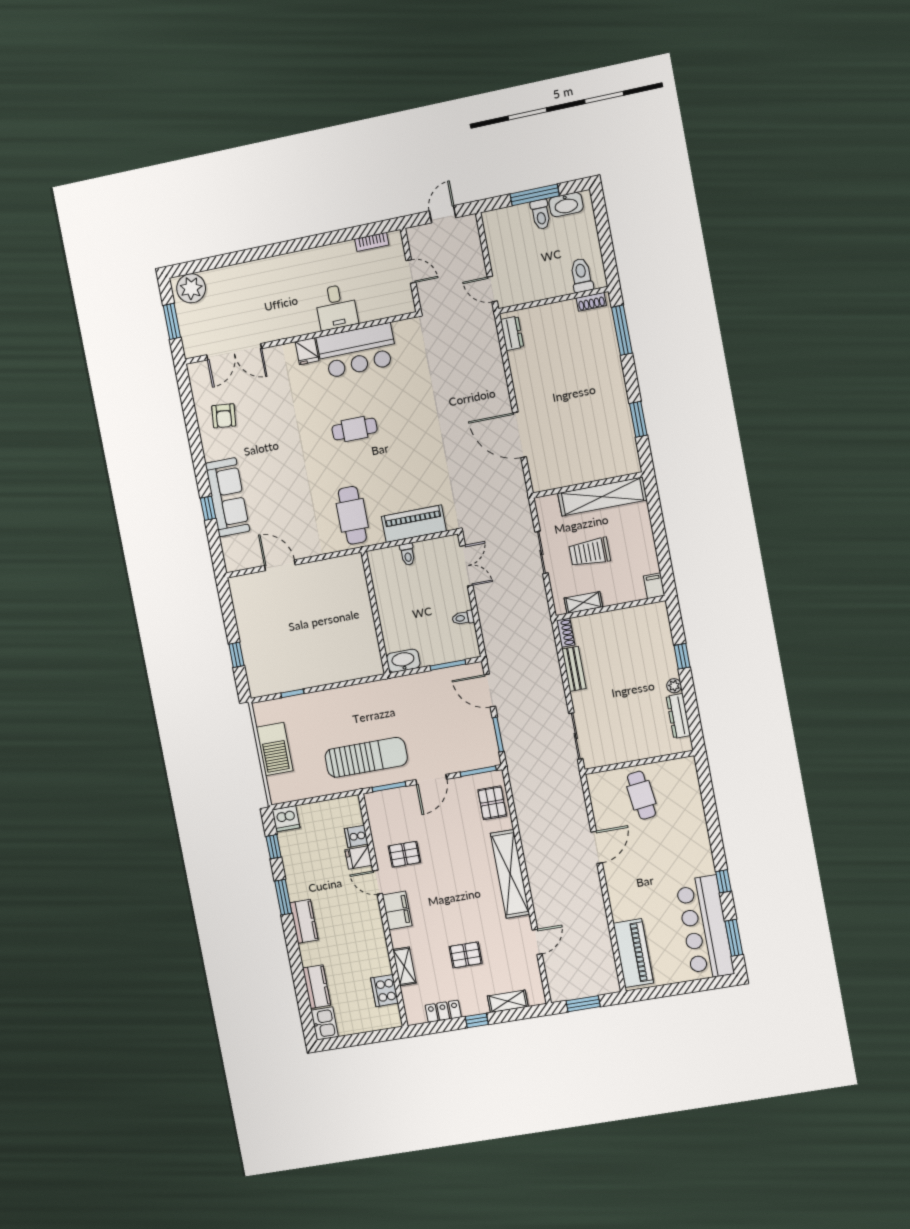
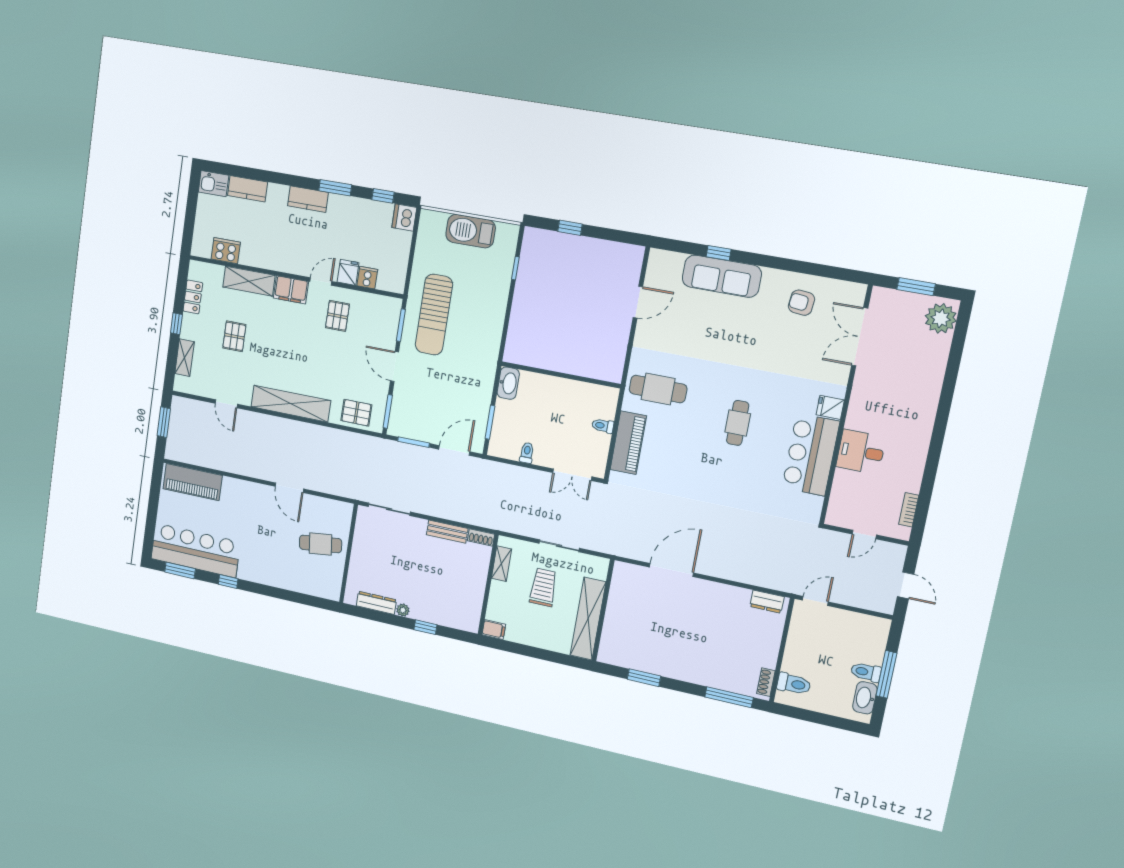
shelving: (404, 966) -> (249, 281), width x1.50, depth x1.33

